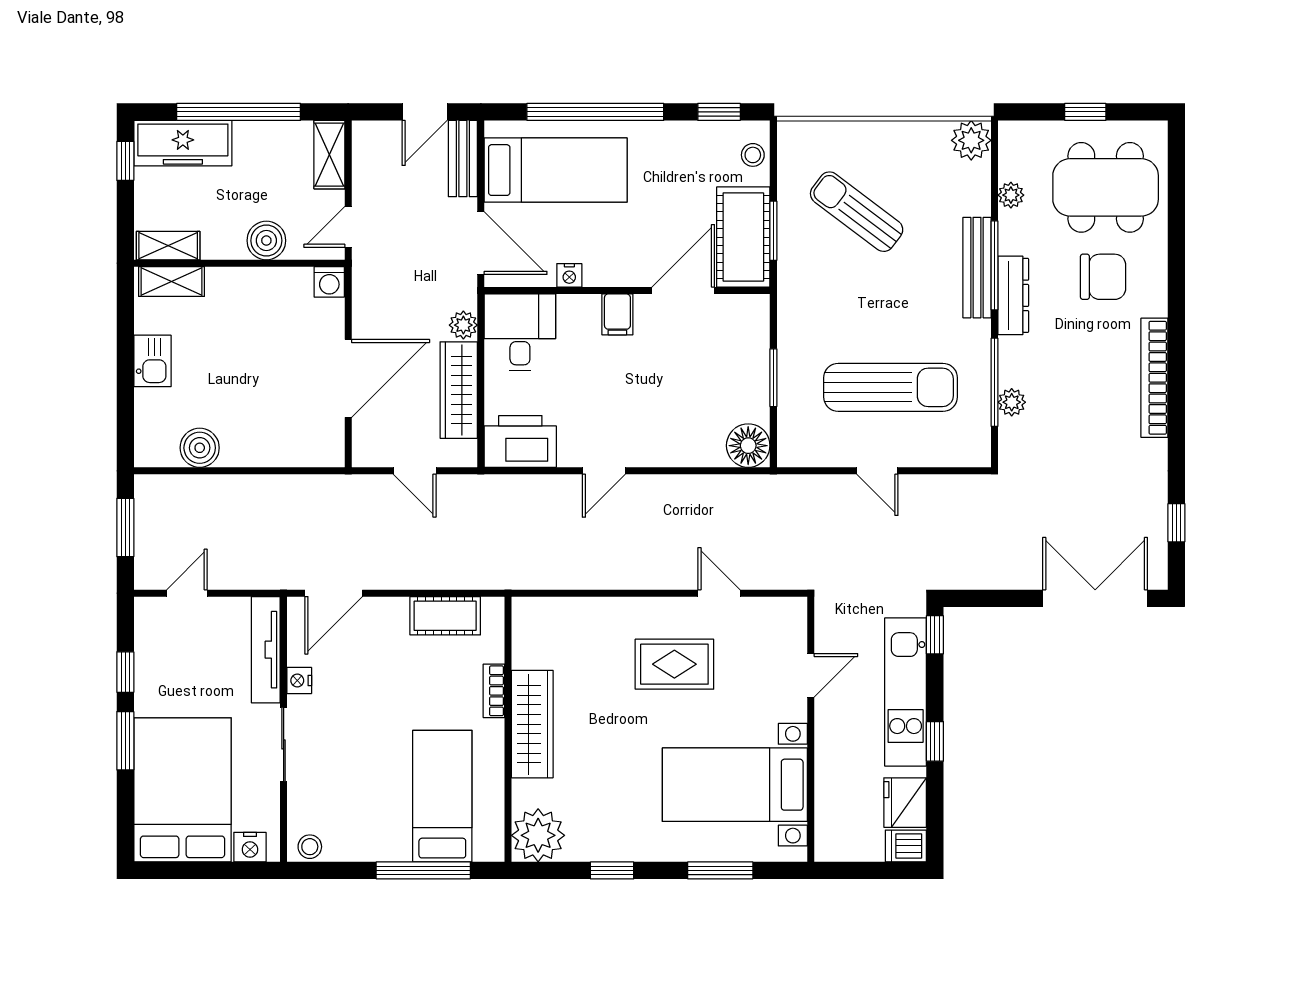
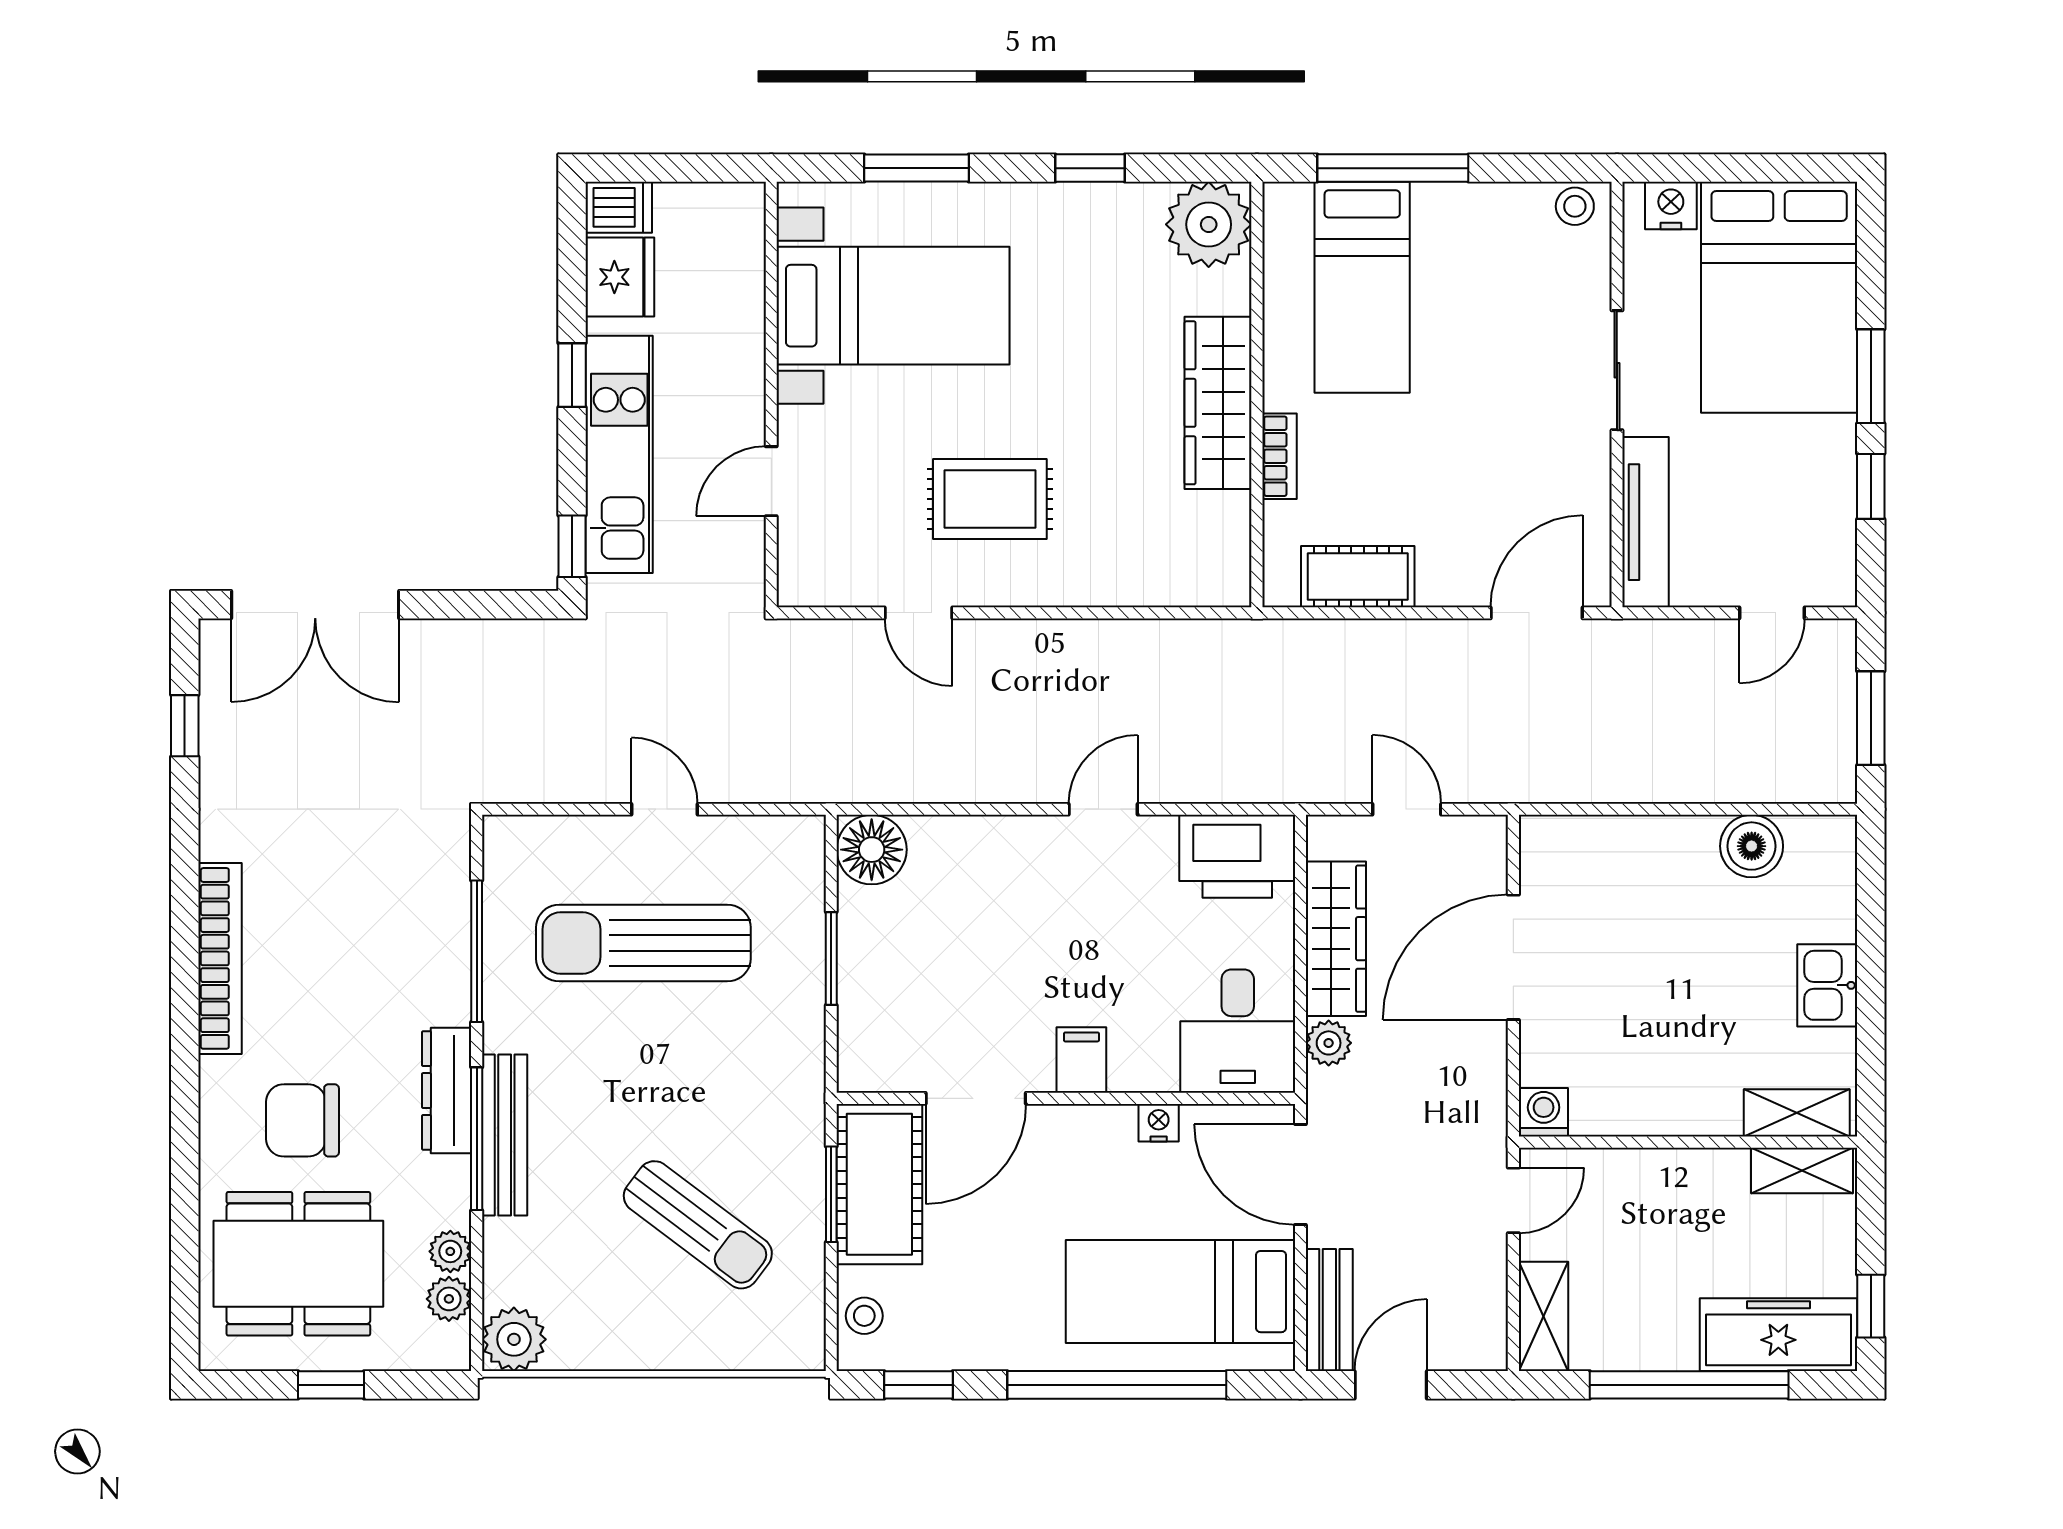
boiler: (266, 241) -> (1645, 1179), removed
plant: (1012, 402) -> (449, 1299), moved
nightstand: (299, 681) -> (1592, 473), removed

